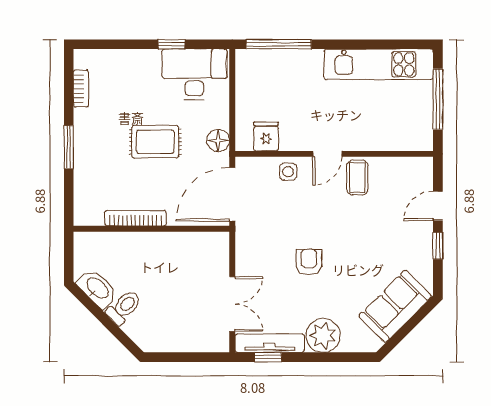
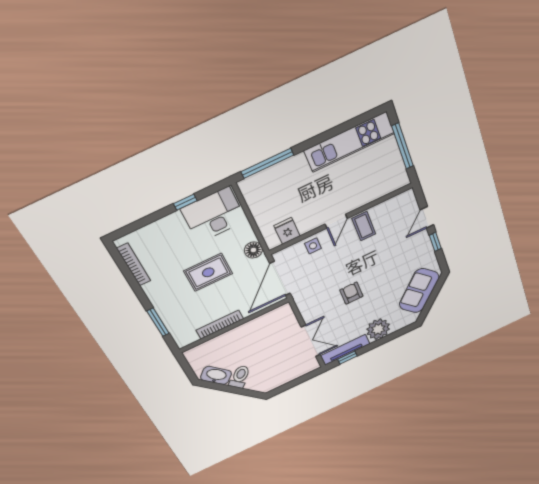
bookcase: (81, 89) -> (134, 265), width x1.56
window: (69, 147) -> (158, 322), moved

